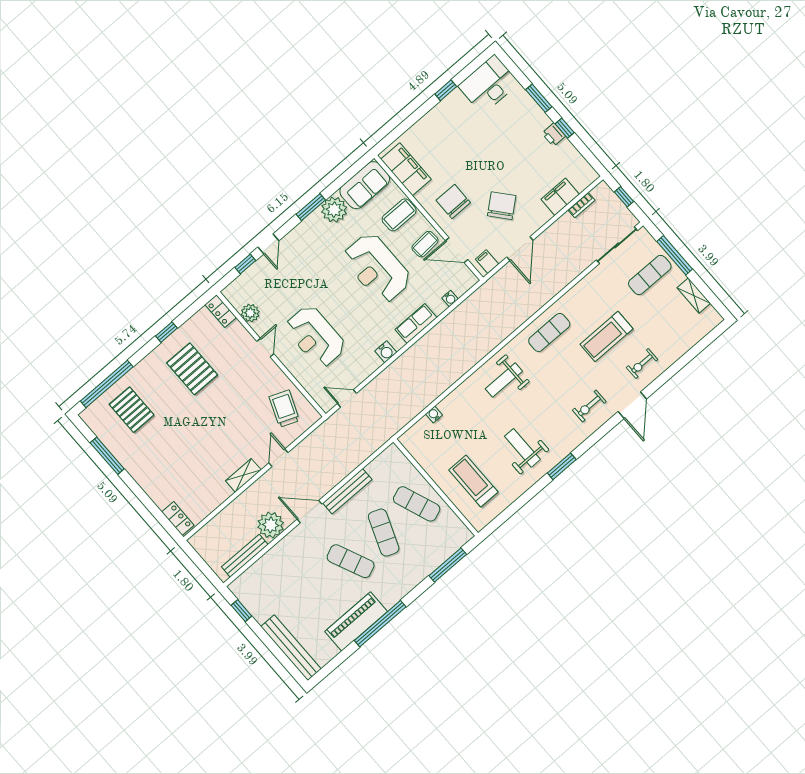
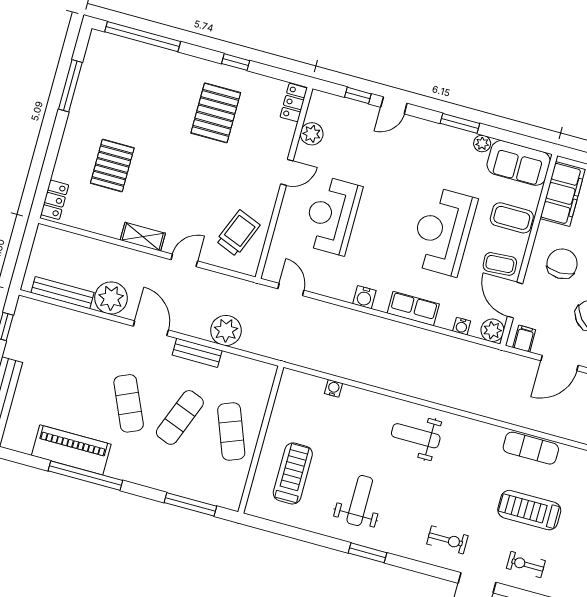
plant: (334, 210) -> (482, 144), width x0.53, depth x0.53
plant: (467, 279) -> (492, 330), added
exercise mat: (549, 332) -> (531, 448), moved
exercise bike: (589, 406) -> (447, 540), turned 180
pallet: (132, 410) -> (112, 166), moved
plant: (345, 461) -> (226, 330), added
bench: (347, 491) -> (197, 353), width x0.73

